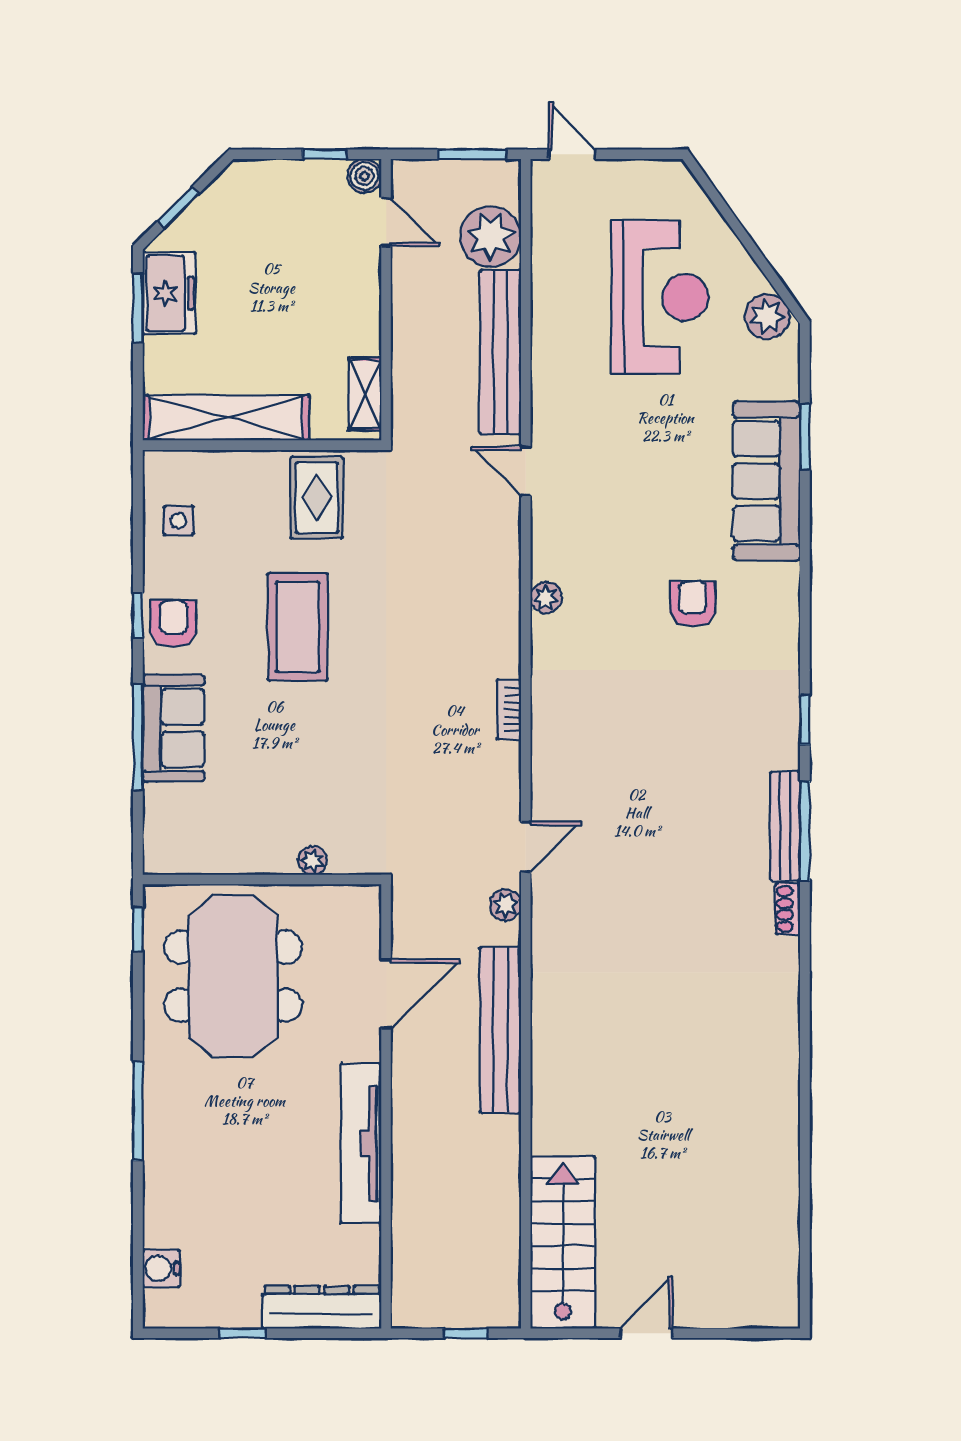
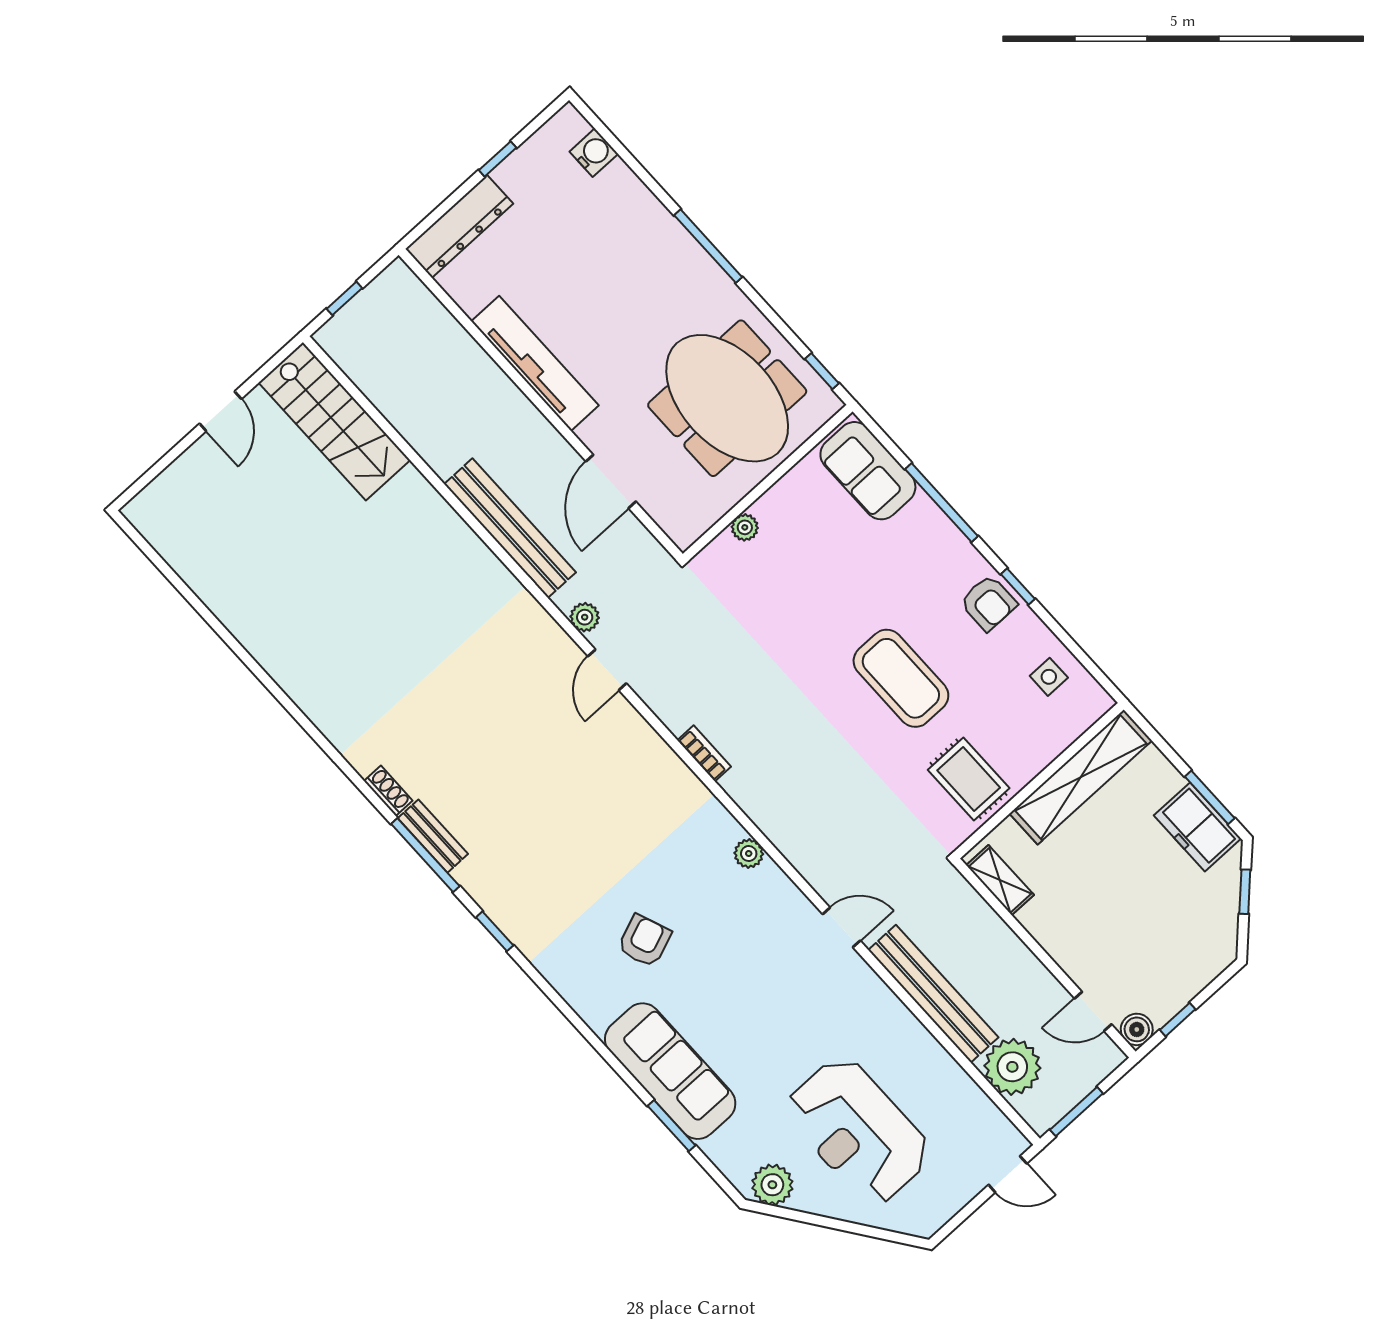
armchair: (692, 604) -> (644, 941), turned -111
sofa: (173, 728) -> (868, 471), moved
bench: (785, 826) -> (433, 836), width x0.73

